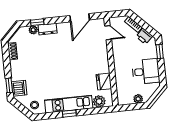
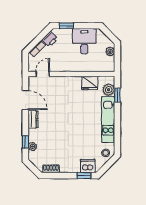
dresser: (48, 29) -> (33, 119), moved
window: (69, 114) -> (117, 95), moved

